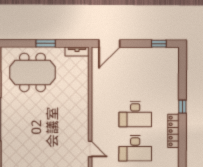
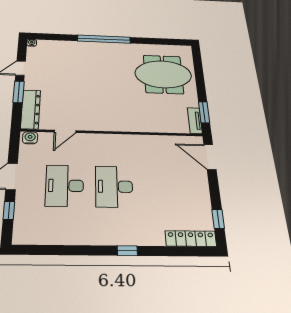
window: (46, 43) -> (204, 112), moved
meeting table: (32, 72) -> (163, 74), turned 90
locker: (173, 131) -> (191, 239), moved

